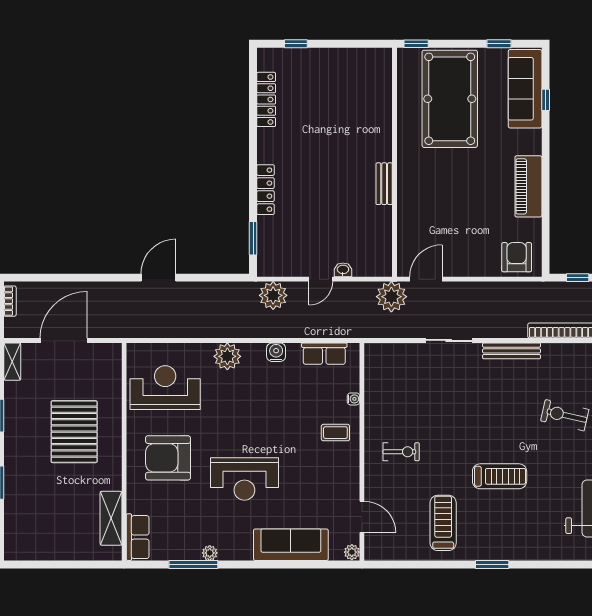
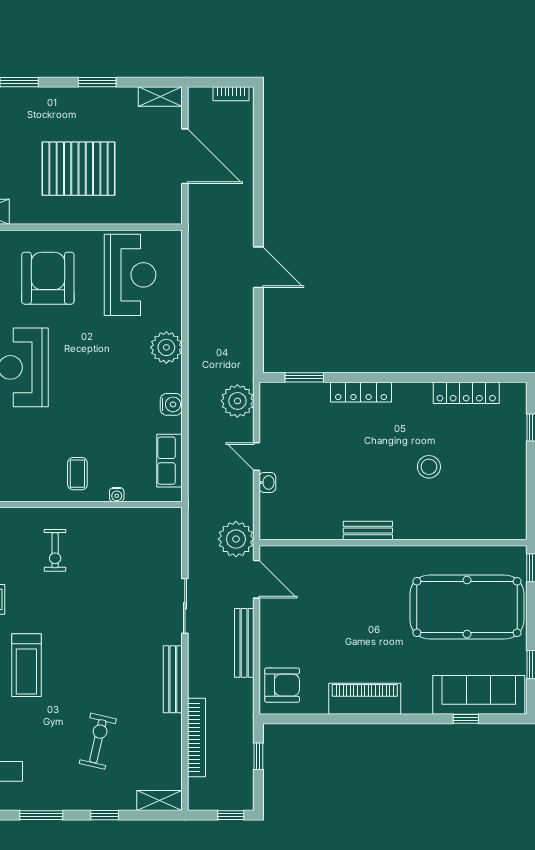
stool: (330, 131) -> (429, 467), added
bench: (480, 290) -> (244, 643), added

